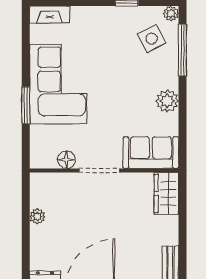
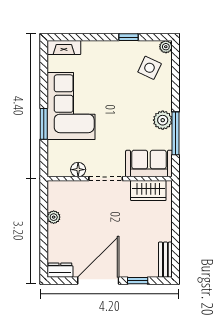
side table: (152, 39) -> (150, 68), turned -37
window: (182, 50) -> (175, 133), moved
wardrobe: (166, 193) -> (148, 190), moved, turned -90

